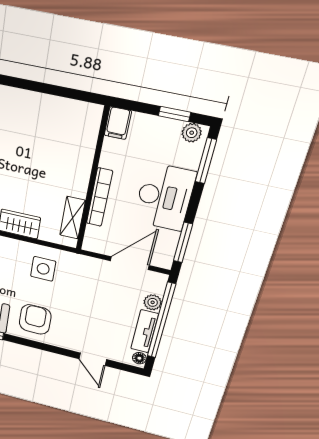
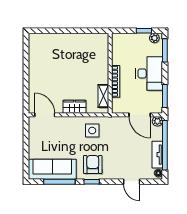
filing cabinet: (118, 123) -> (117, 41), removed
door: (130, 263) -> (140, 115), swing flipped
plant: (153, 302) -> (157, 121), moved
window: (29, 343) -> (92, 182), added

